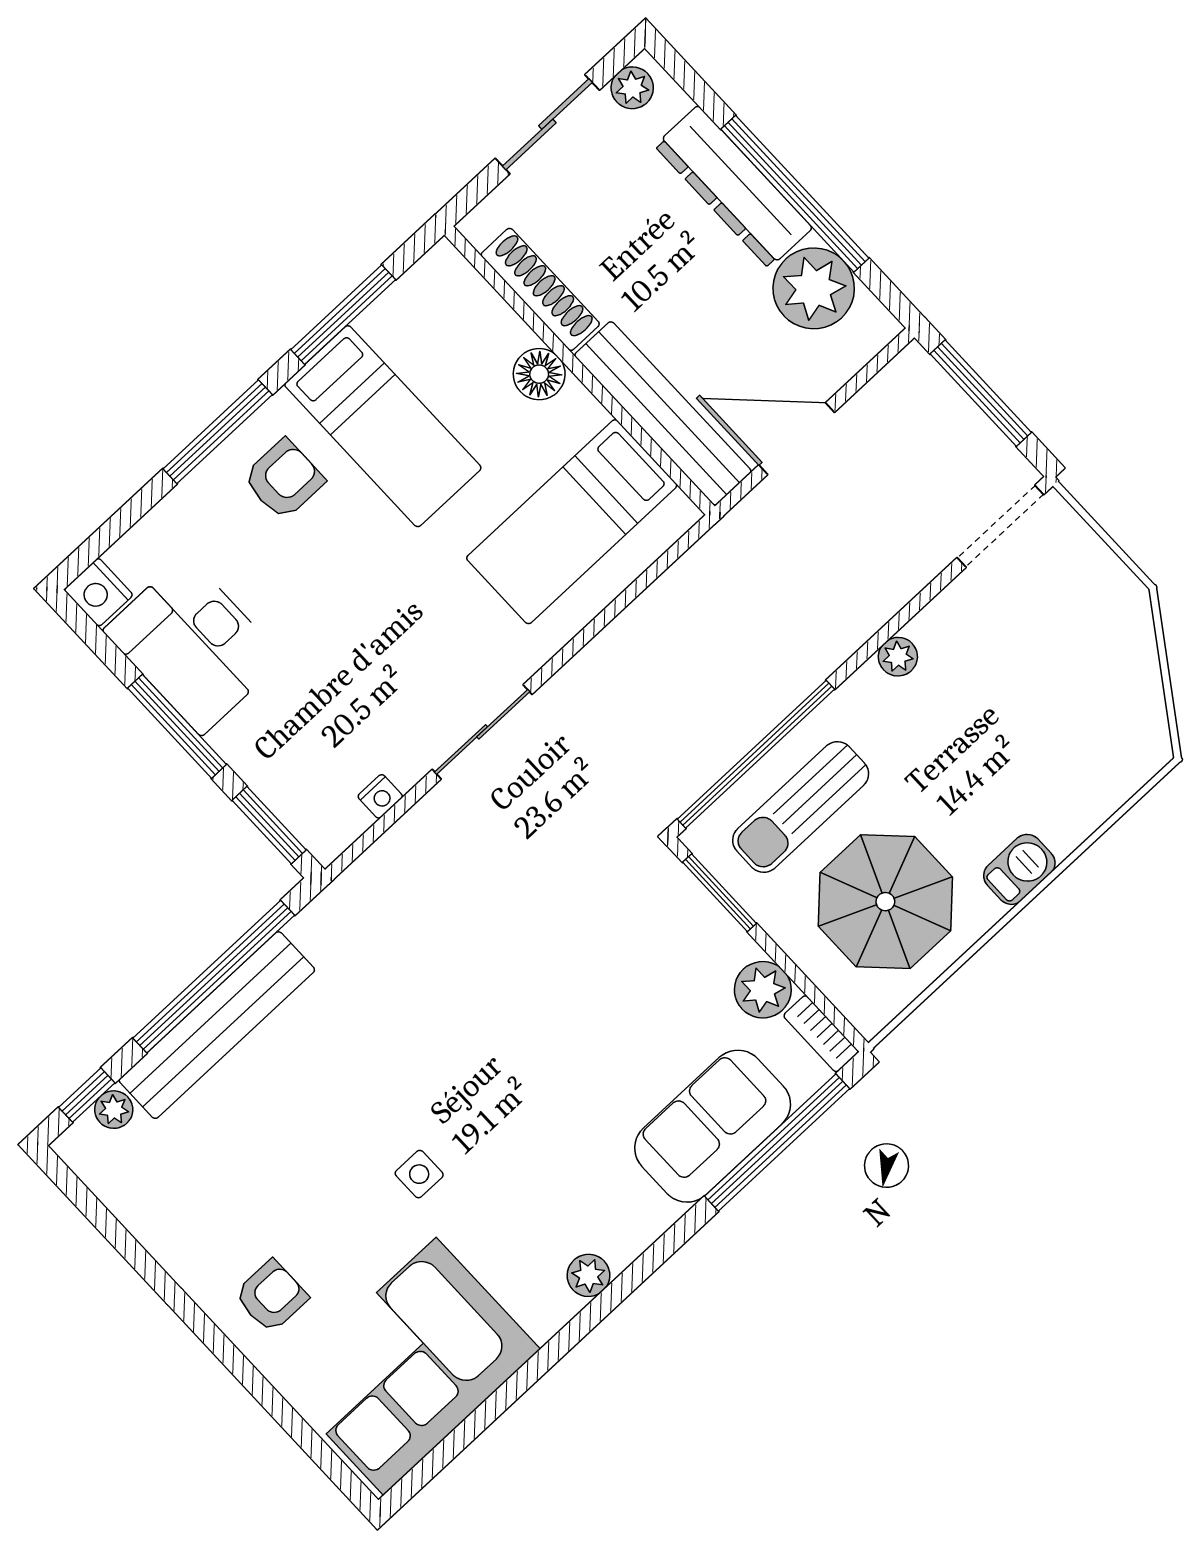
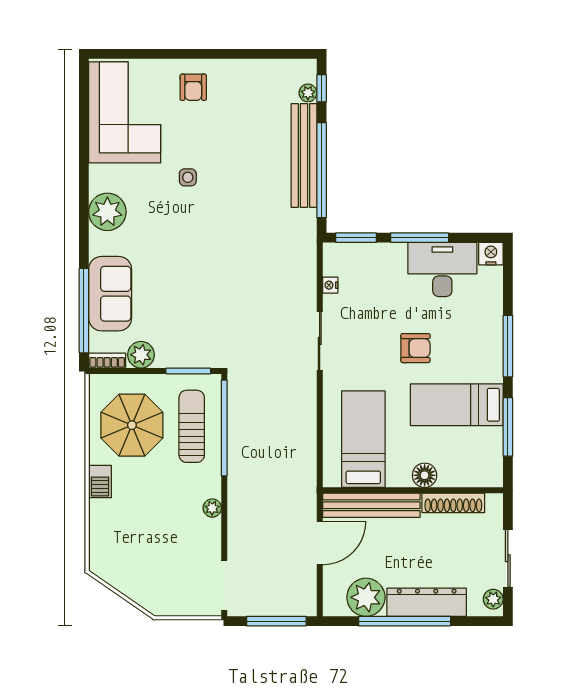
armchair: (284, 479) -> (416, 348), moved, turned -90
plant: (588, 1275) -> (107, 212), width x1.87, depth x1.87

